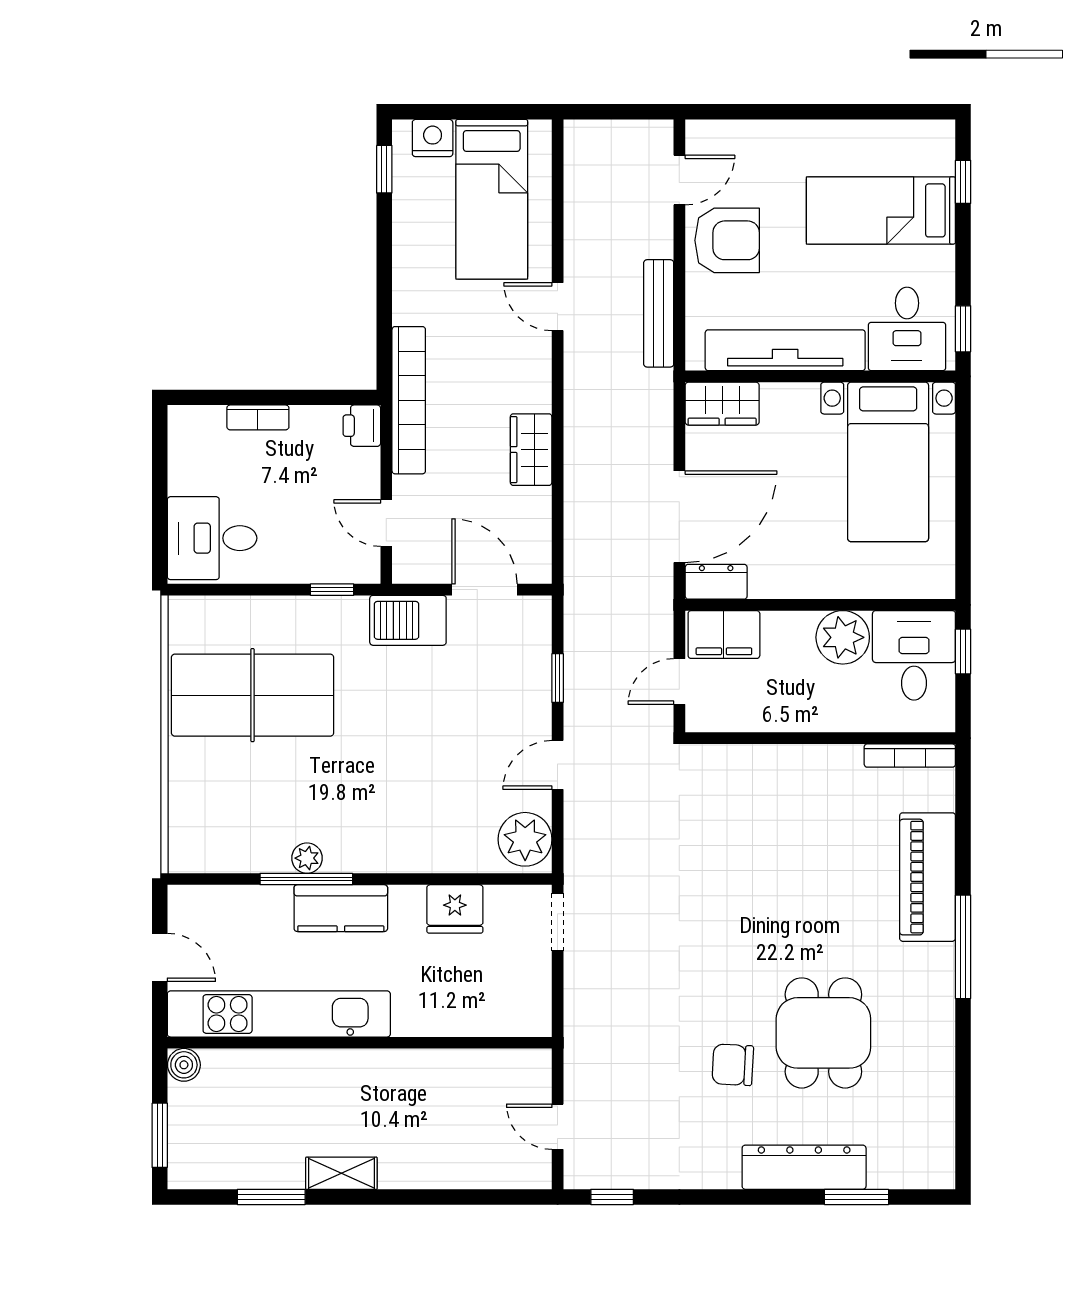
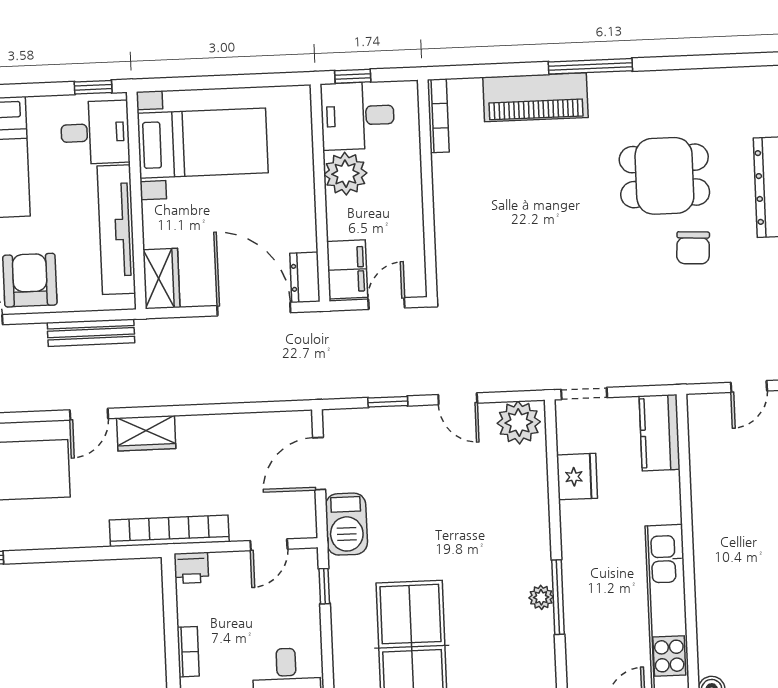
wardrobe: (531, 450) -> (146, 433), moved
door: (679, 682) -> (386, 304), swing flipped
kitchen counter: (341, 908) -> (660, 433), moved, turned 180

